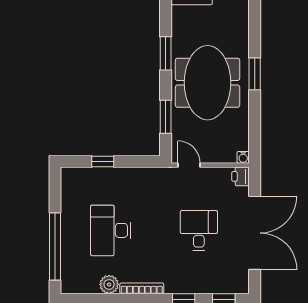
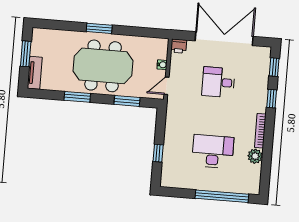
water cooler: (243, 157) -> (162, 65), moved
desk: (111, 230) -> (213, 151), turned 180

